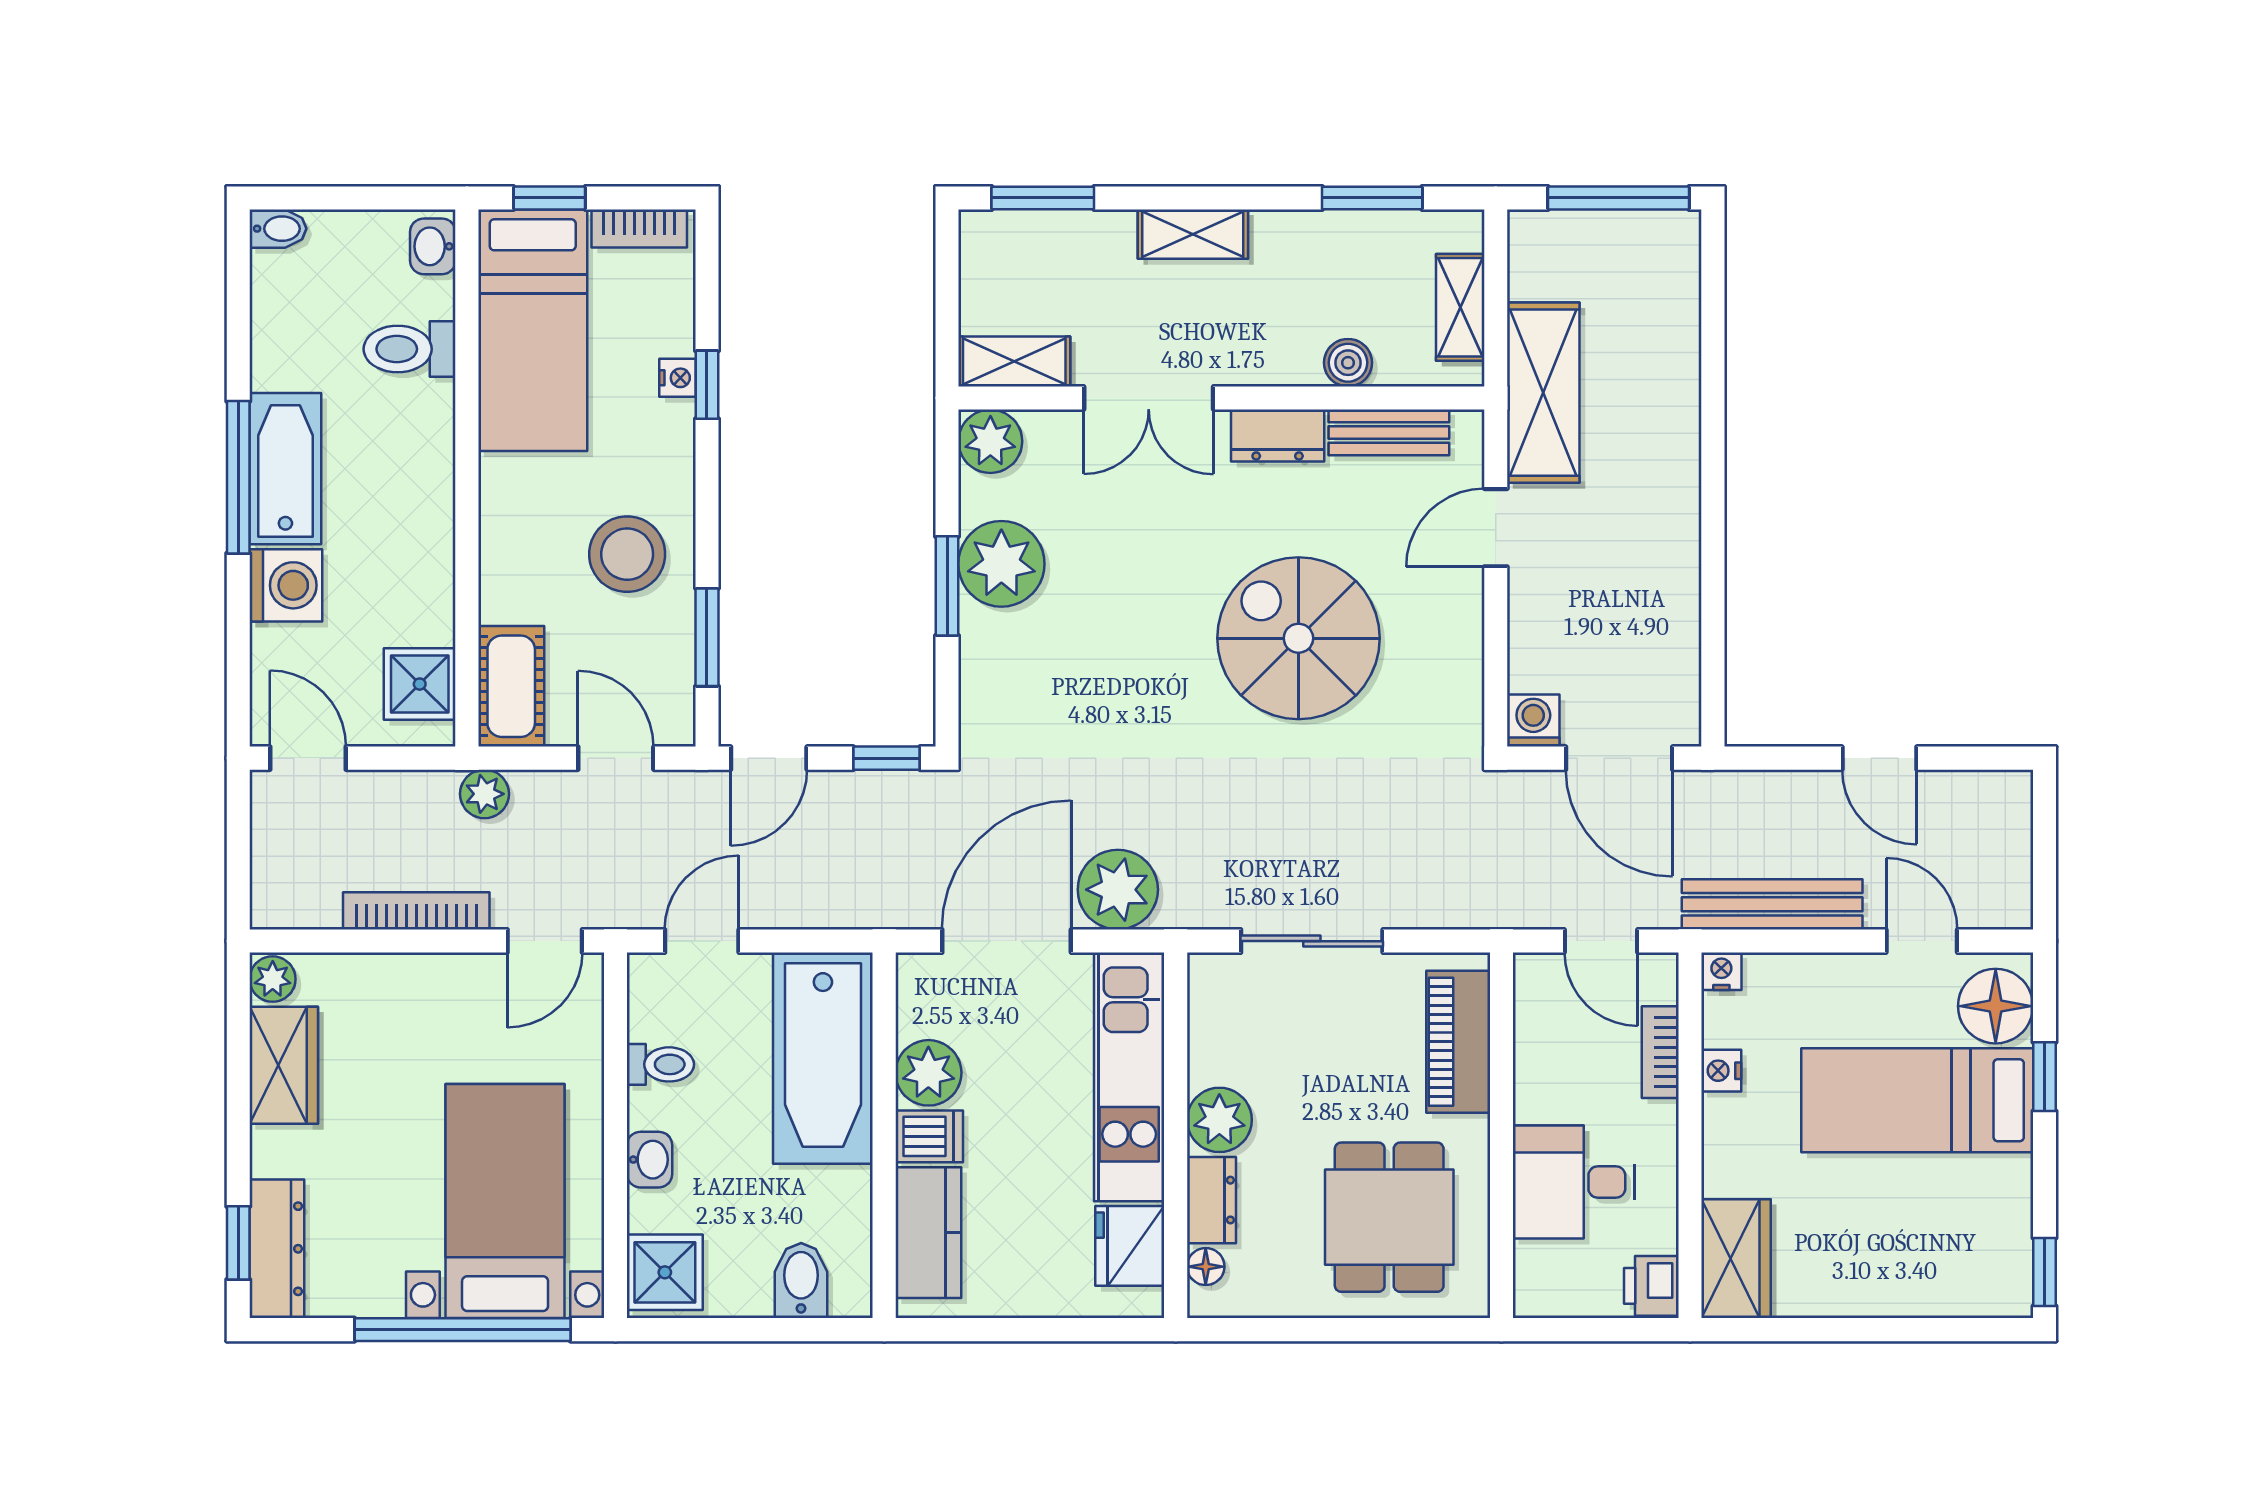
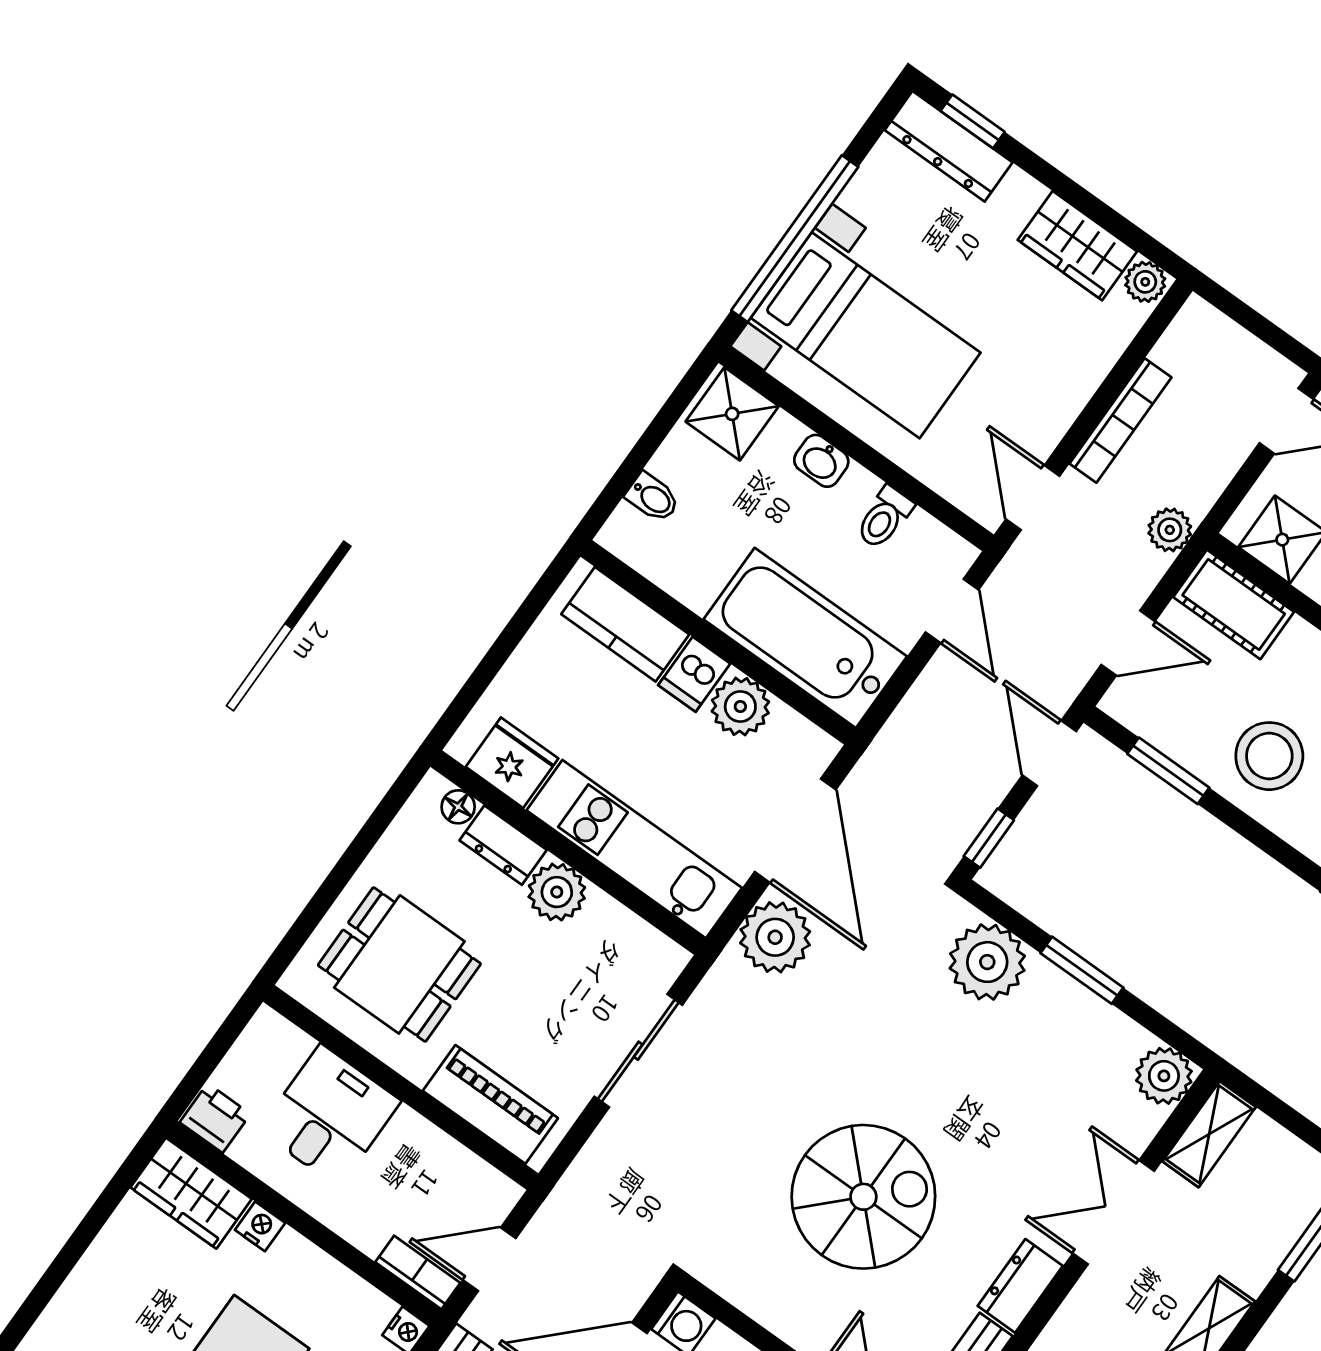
plant: (1001, 564) -> (987, 962), moved
bookcase: (1660, 1052) -> (418, 1272), moved
nightstand: (1721, 1071) -> (260, 1226), moved
bidet: (801, 1281) -> (653, 497), width x0.72, depth x0.74

